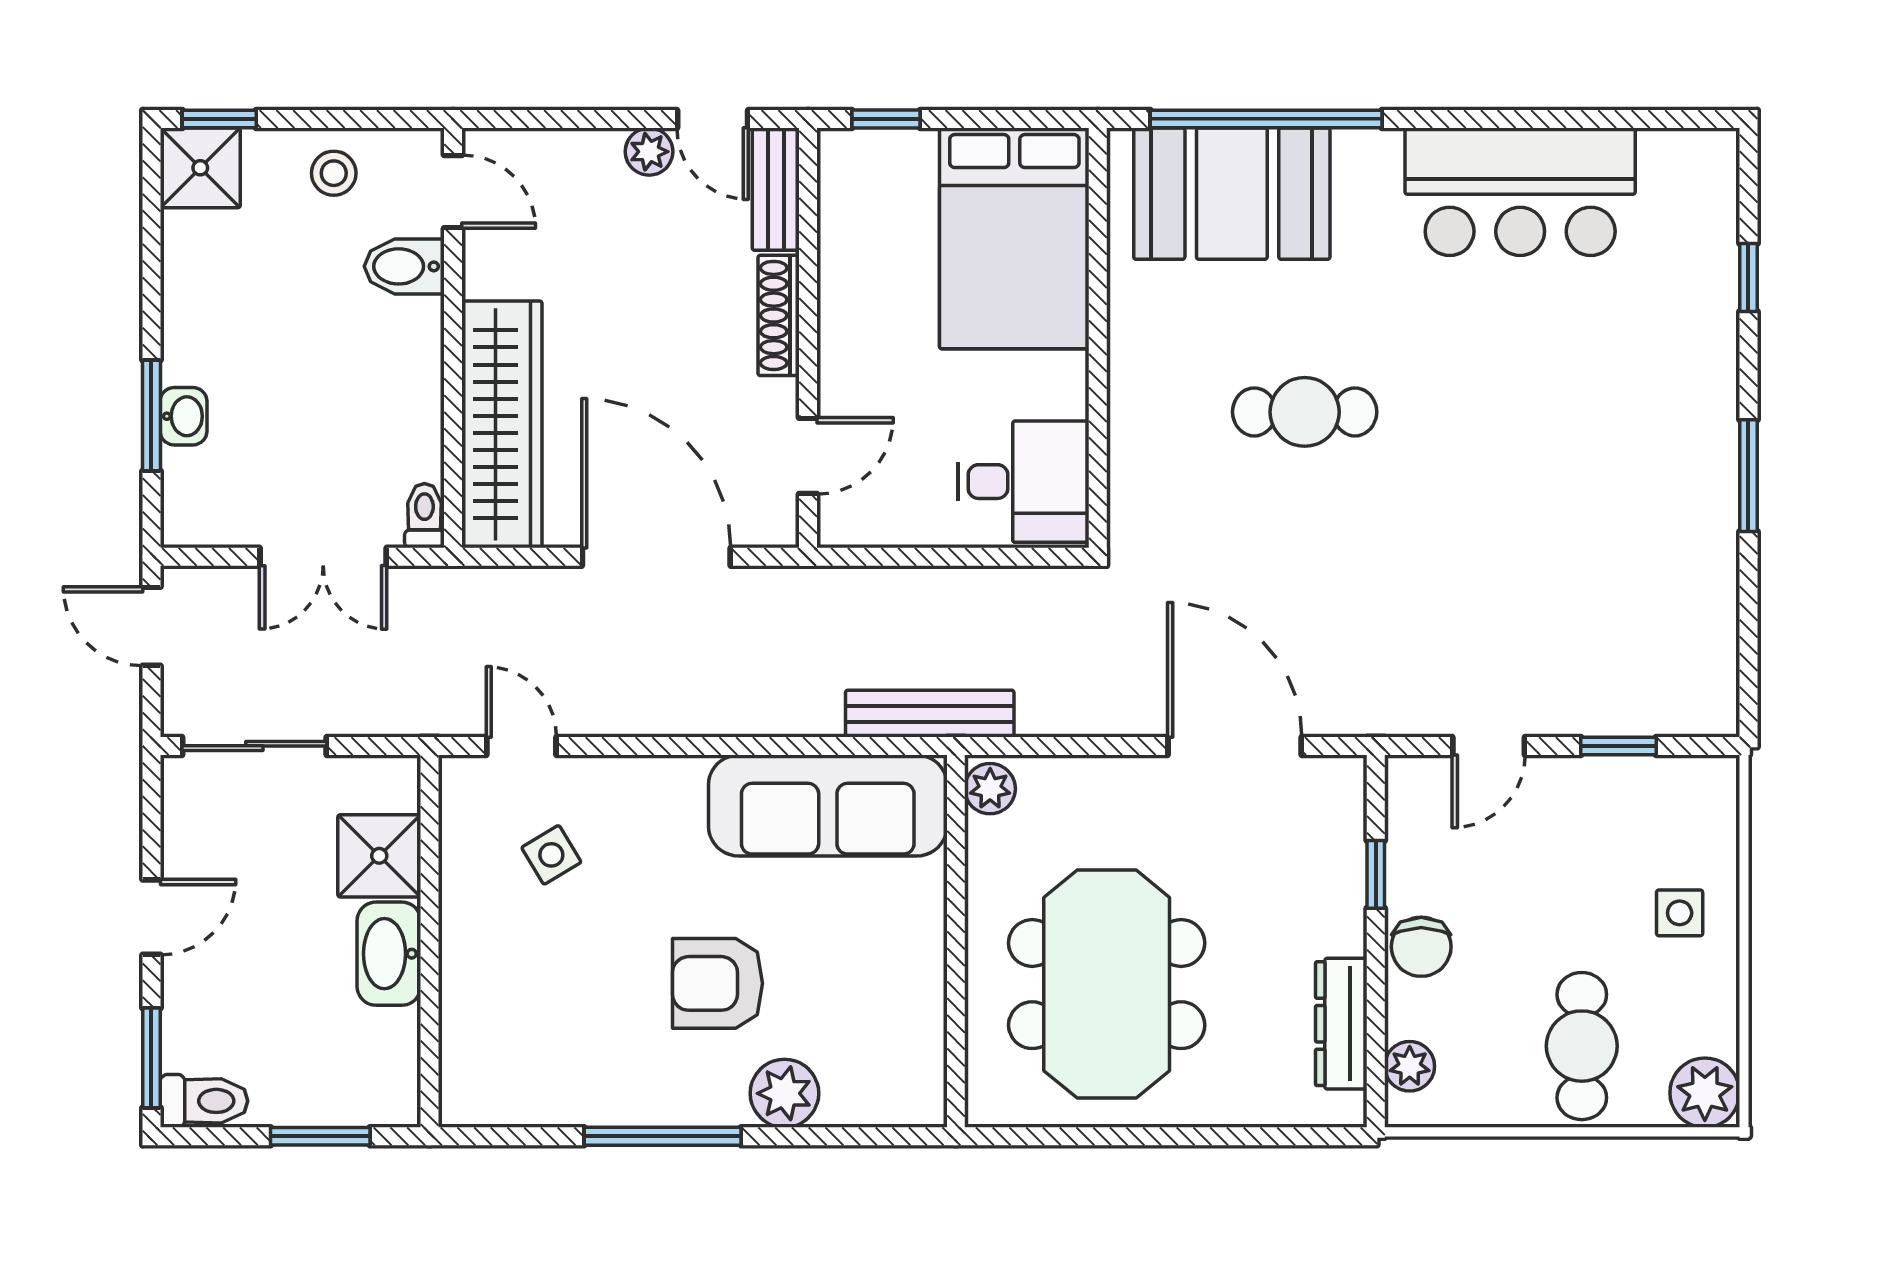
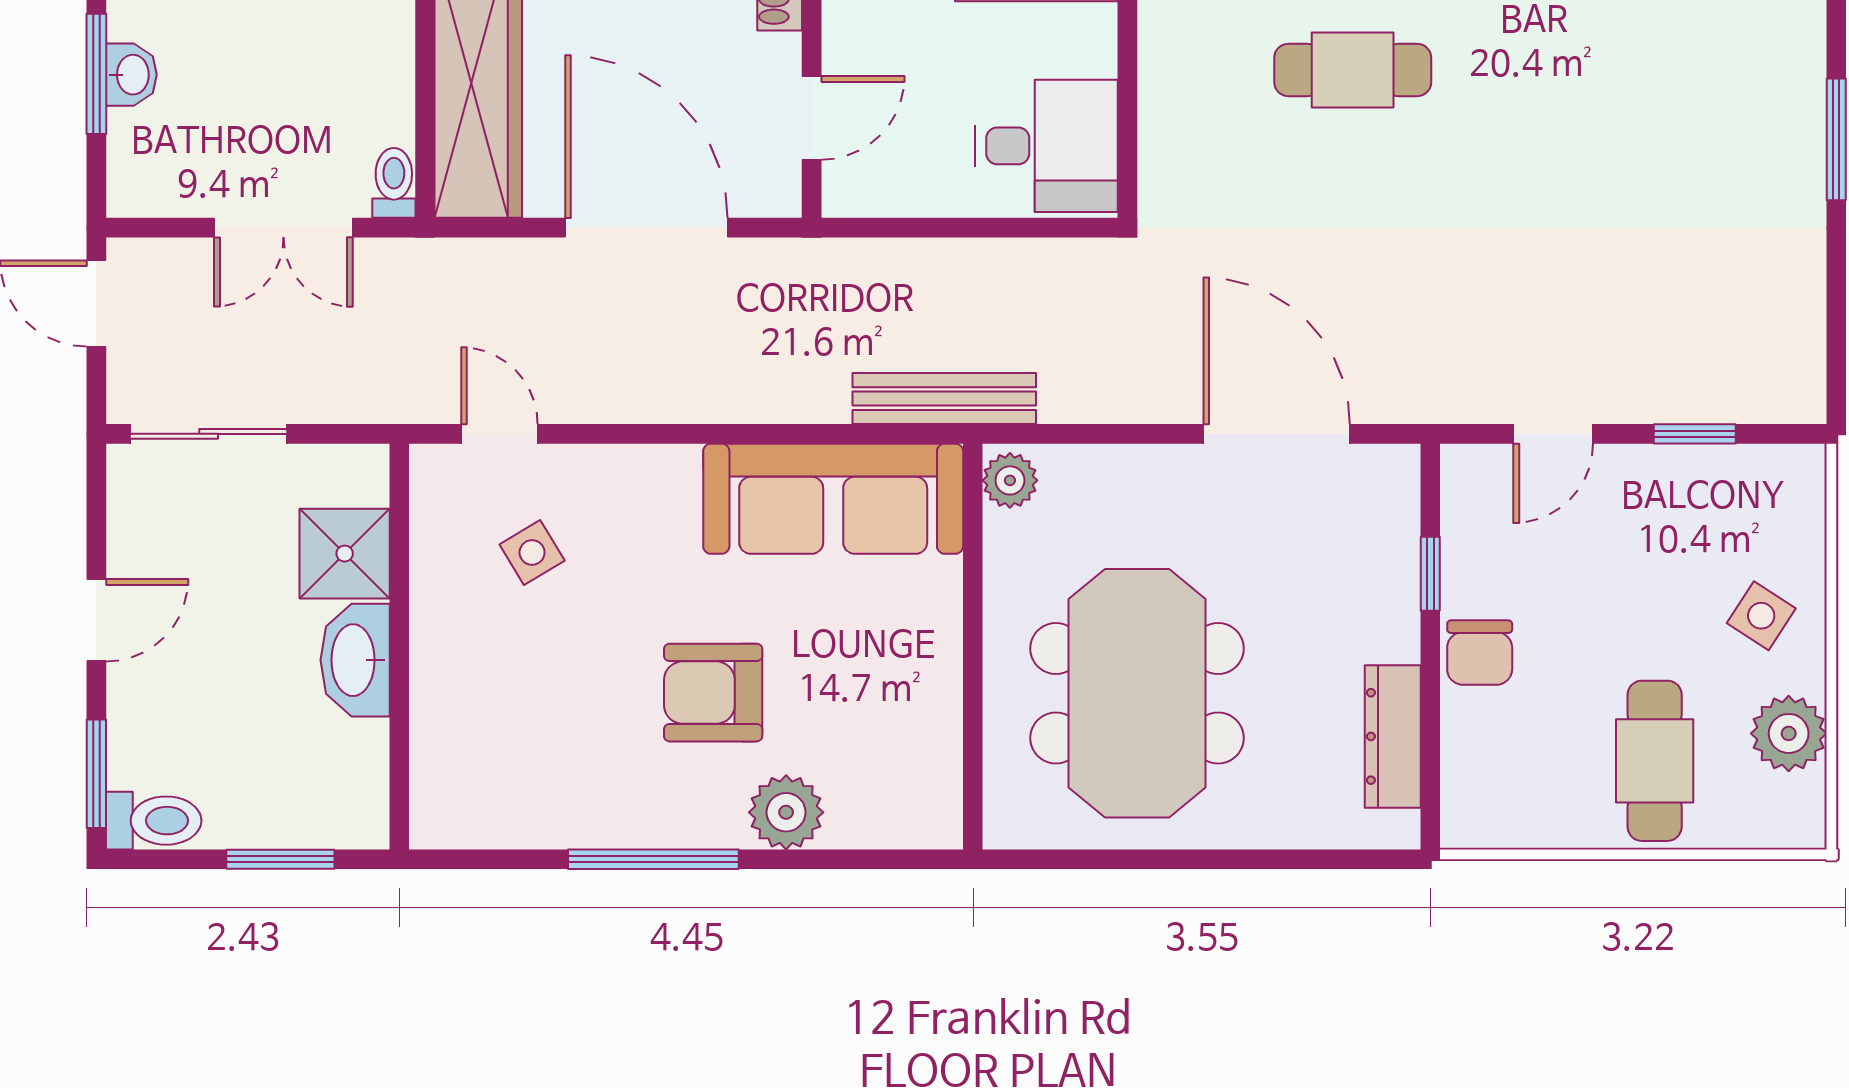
side table: (1680, 913) -> (1761, 616), turned 33
plant: (1410, 1066) -> (1467, 783), removed
plant: (1705, 1093) -> (1789, 733), moved

